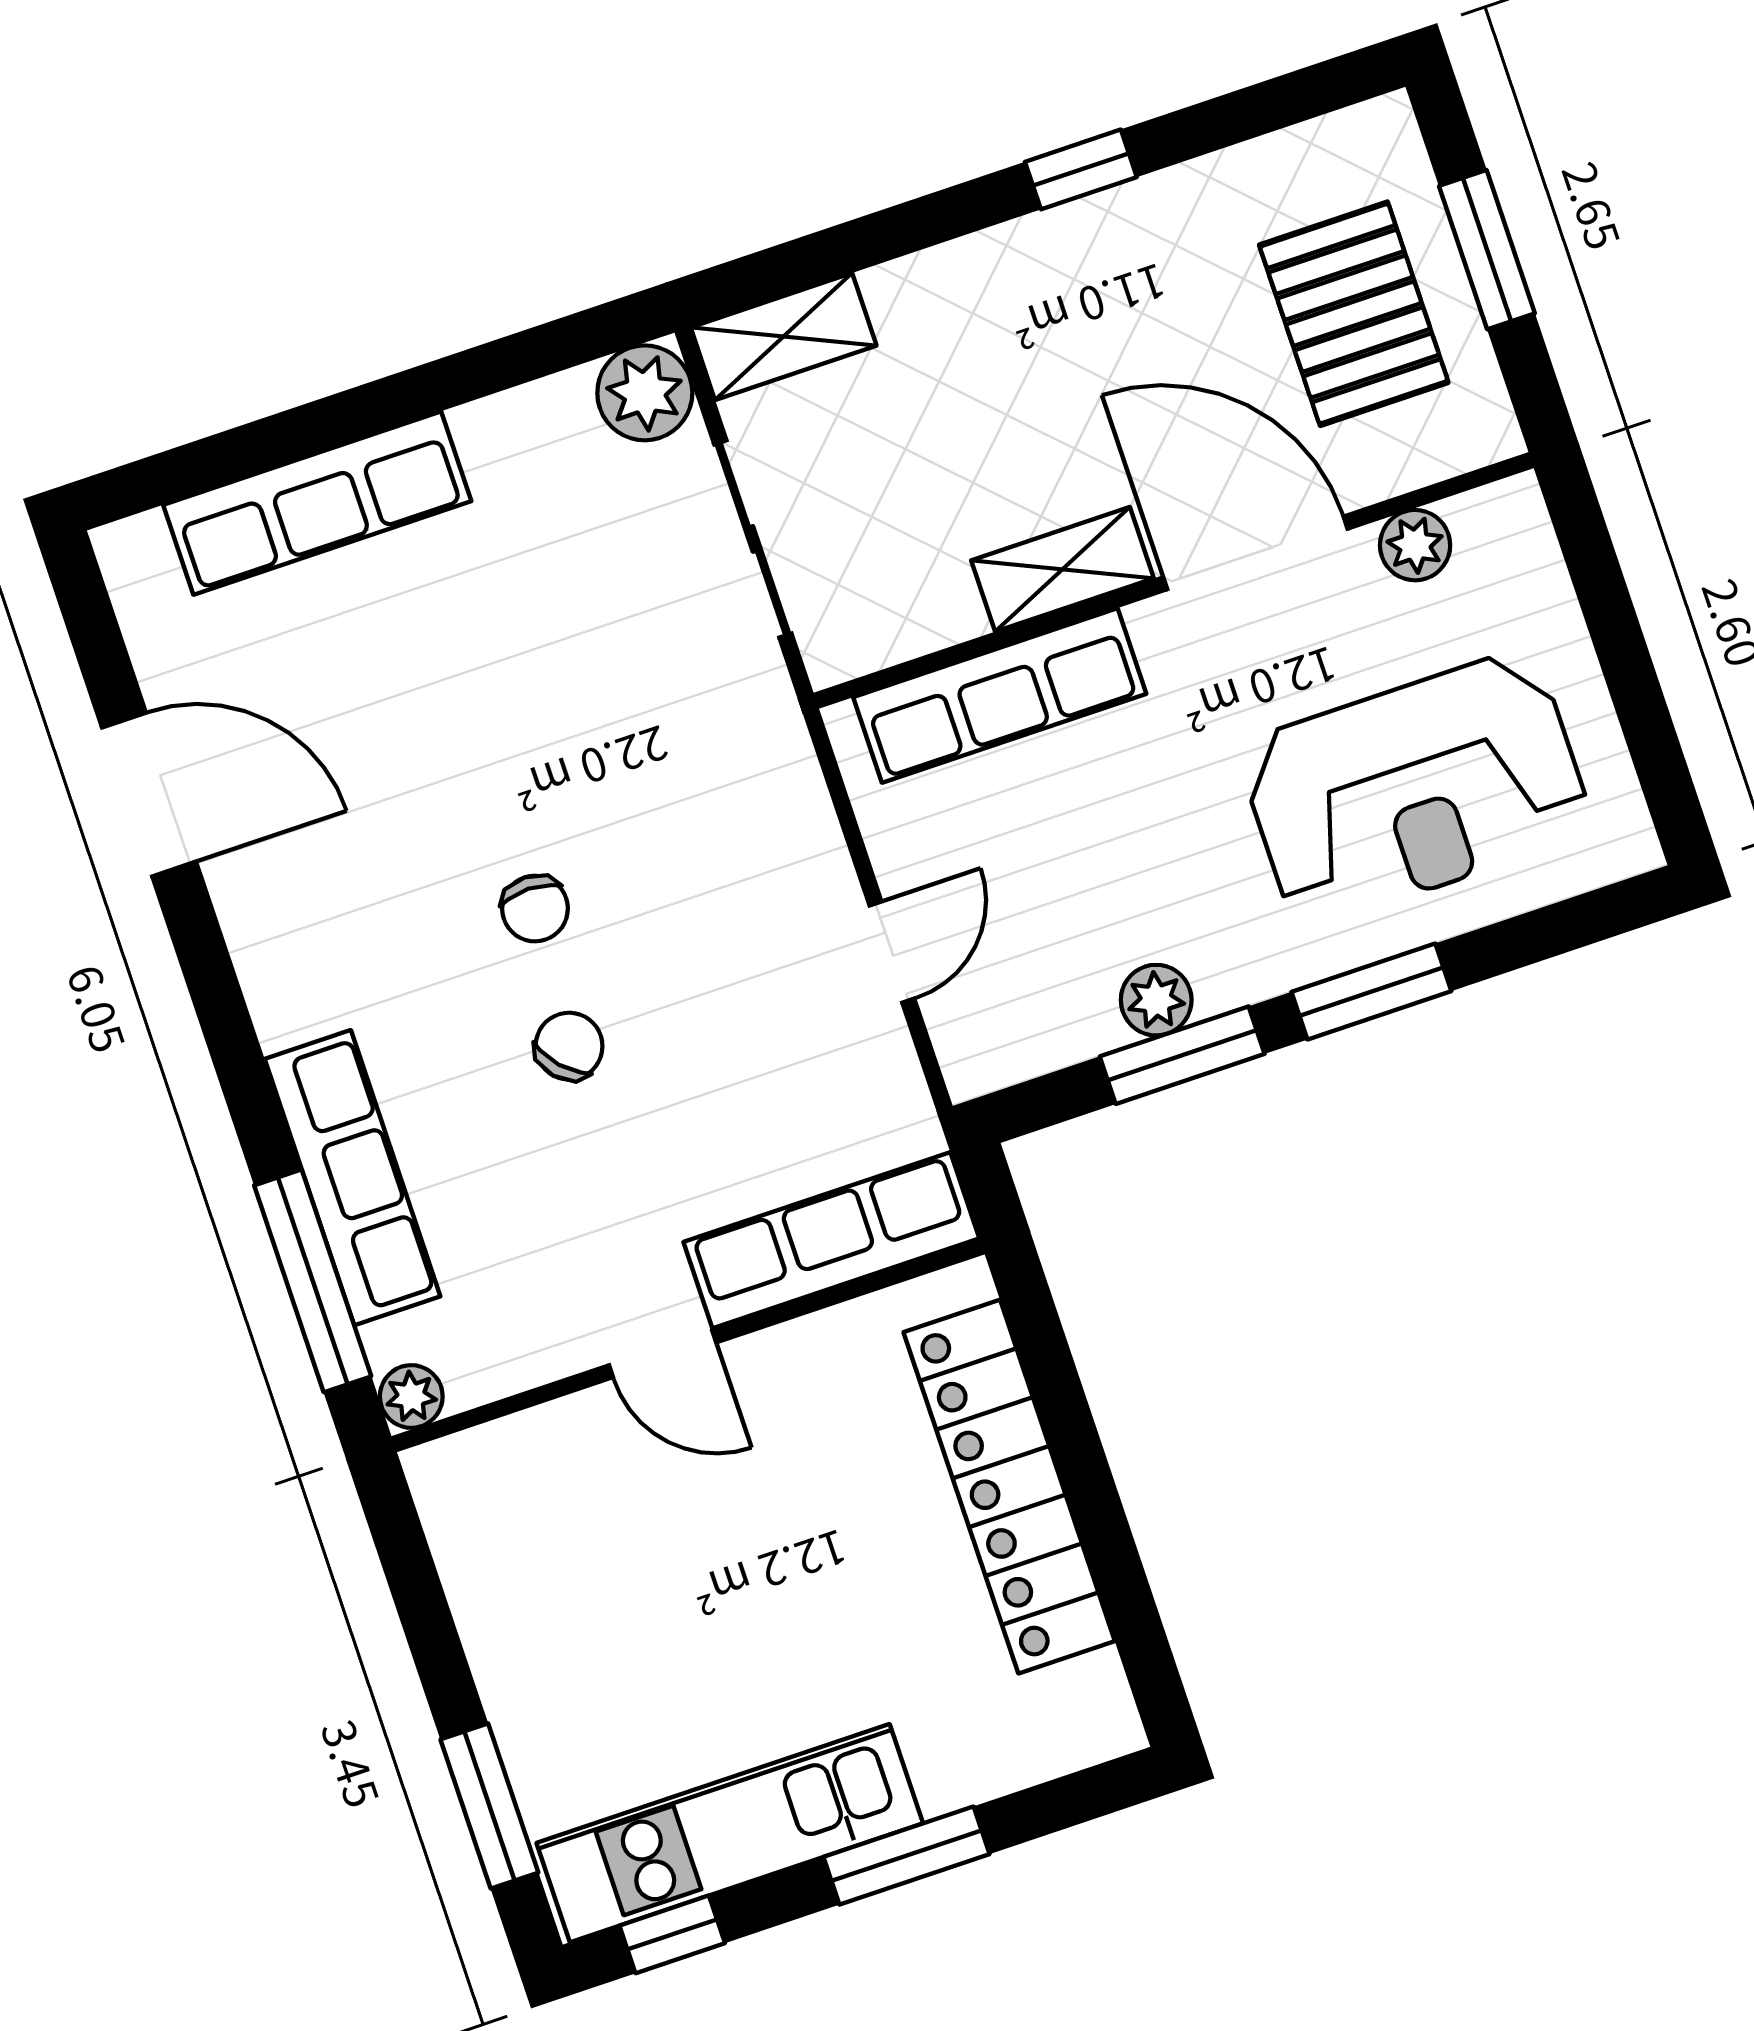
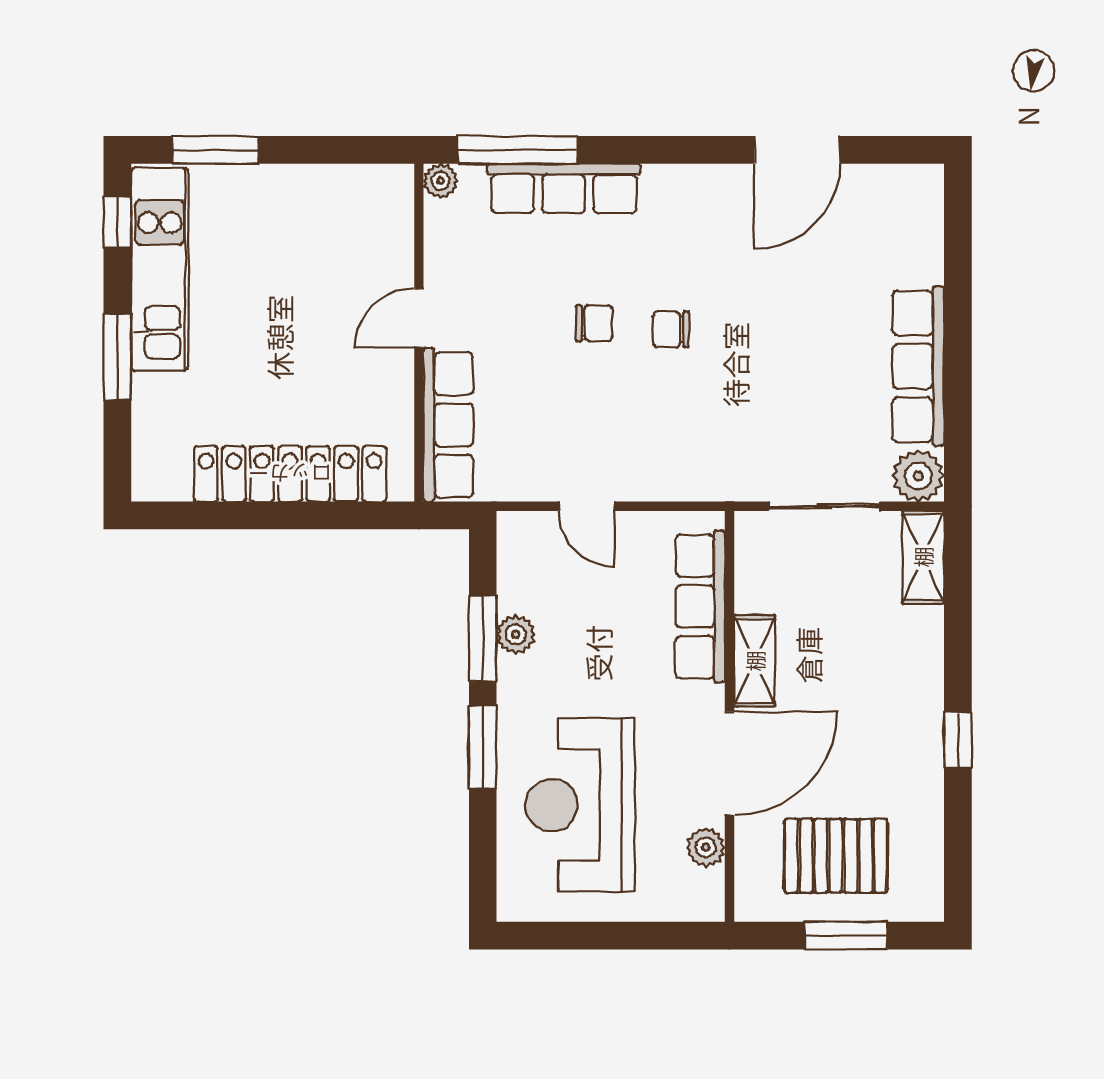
row of seats: (317, 503) -> (918, 366), moved
chair: (569, 1046) -> (594, 323), turned -47

